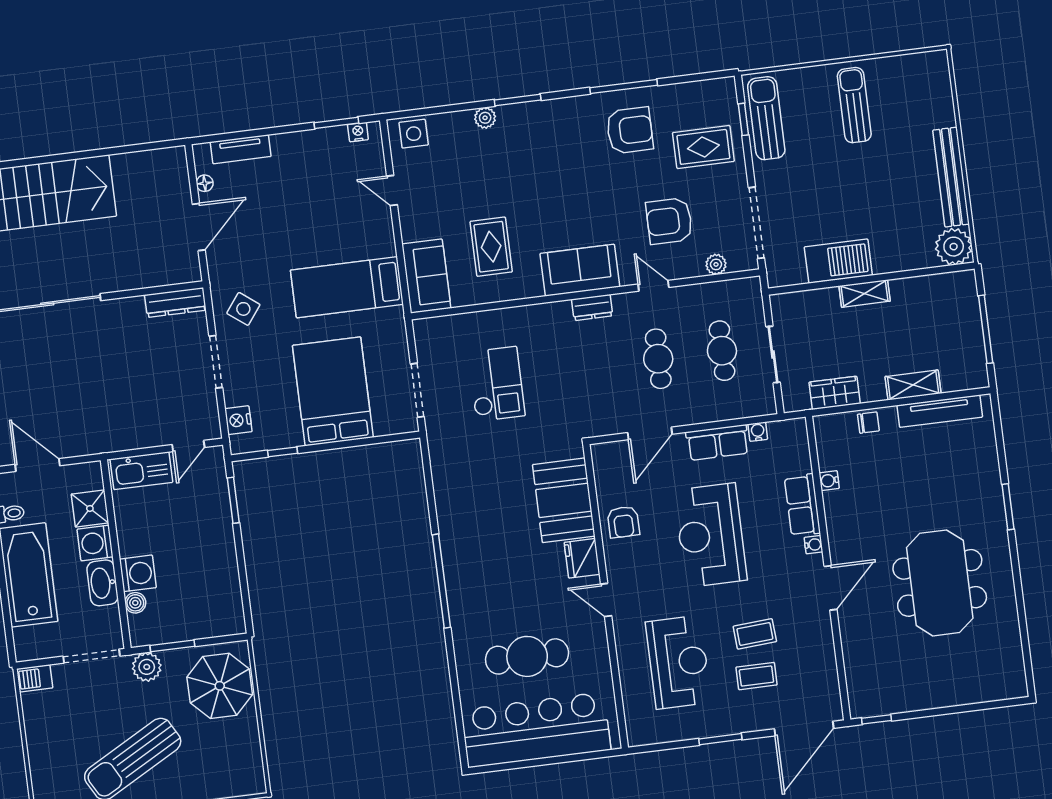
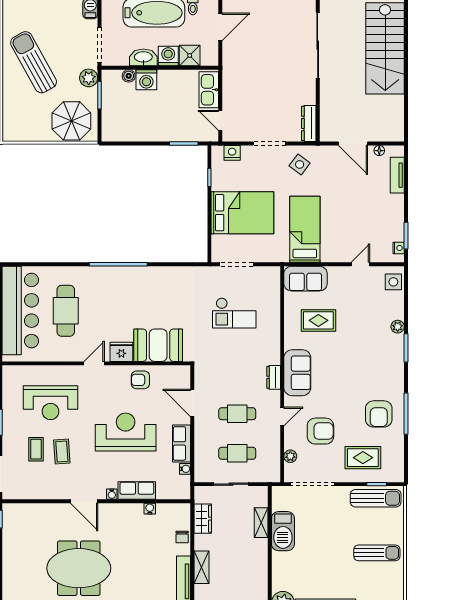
rug: (703, 147) -> (363, 458), turned 90
armchair: (669, 221) -> (320, 431), turned 90
shelving: (865, 293) -> (261, 523), moved

